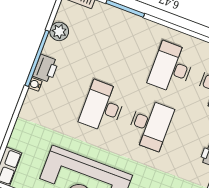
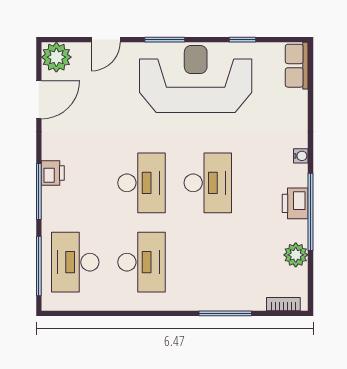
water cooler: (35, 84) -> (301, 156), moved
desk: (150, 124) -> (142, 183), turned 180

